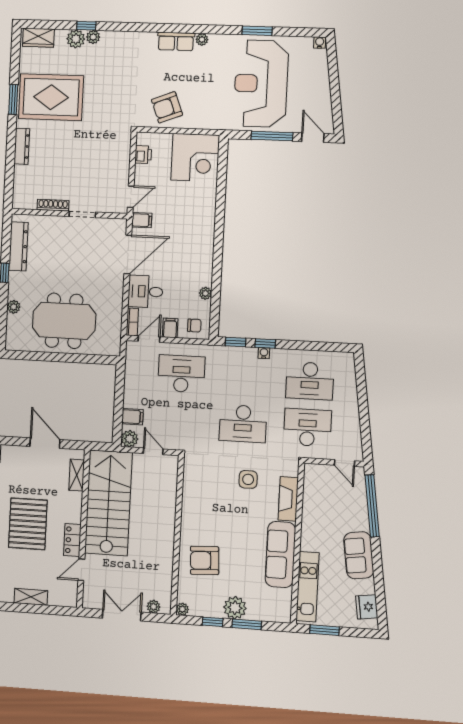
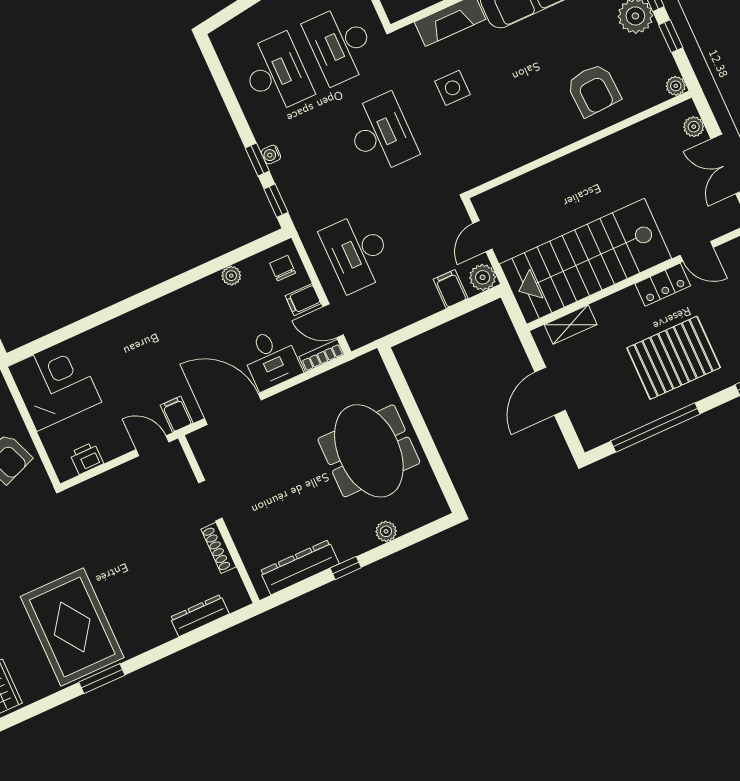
dresser: (22, 146) -> (200, 615), moved

